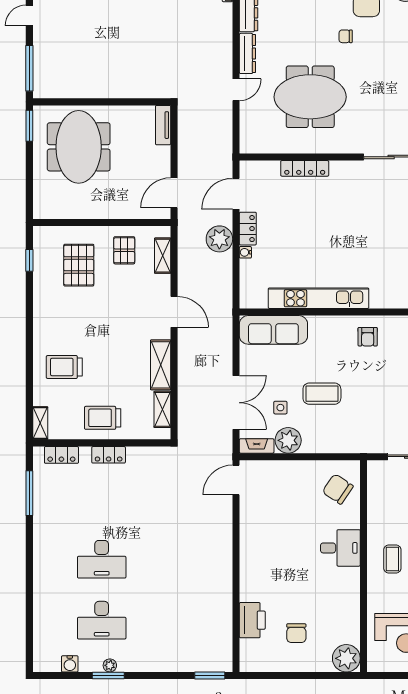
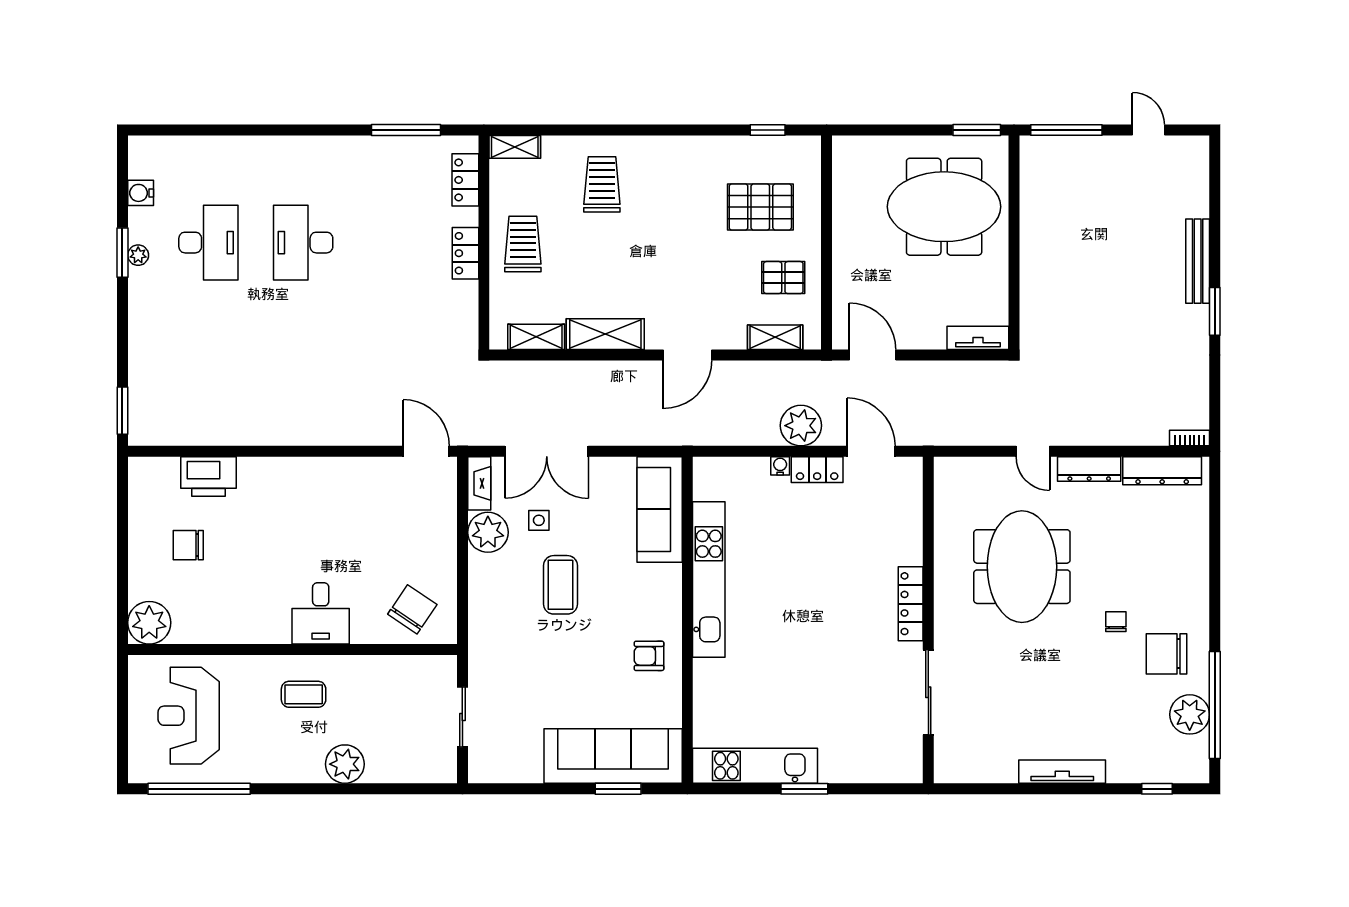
locker: (305, 168) -> (911, 604), moved
desk: (102, 620) -> (208, 243), turned 180

